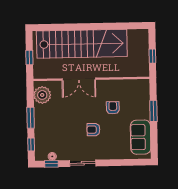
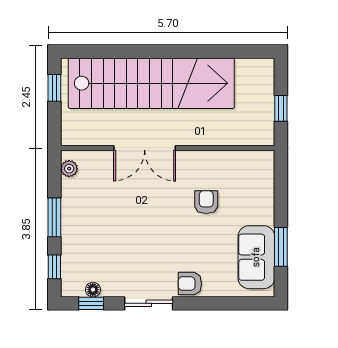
window: (29, 58) -> (54, 88), moved
plant: (42, 95) -> (69, 169), width x0.53, depth x0.53
window: (153, 111) -> (281, 247), moved
armchair: (93, 130) -> (190, 284), moved

